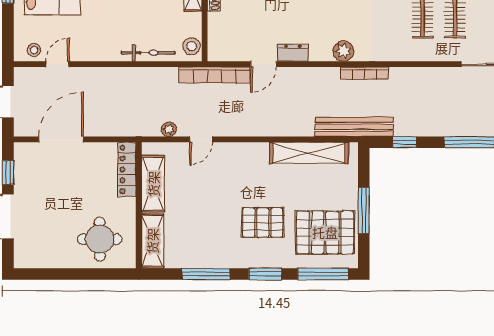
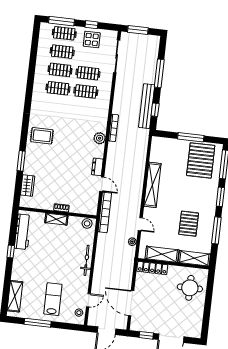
bicycle: (148, 53) -> (87, 260), moved
door: (57, 64) -> (88, 300), swing flipped
bench: (354, 127) -> (147, 106), moved
shelving: (309, 153) -> (152, 185), moved
pallet: (263, 222) -> (189, 224), moved

